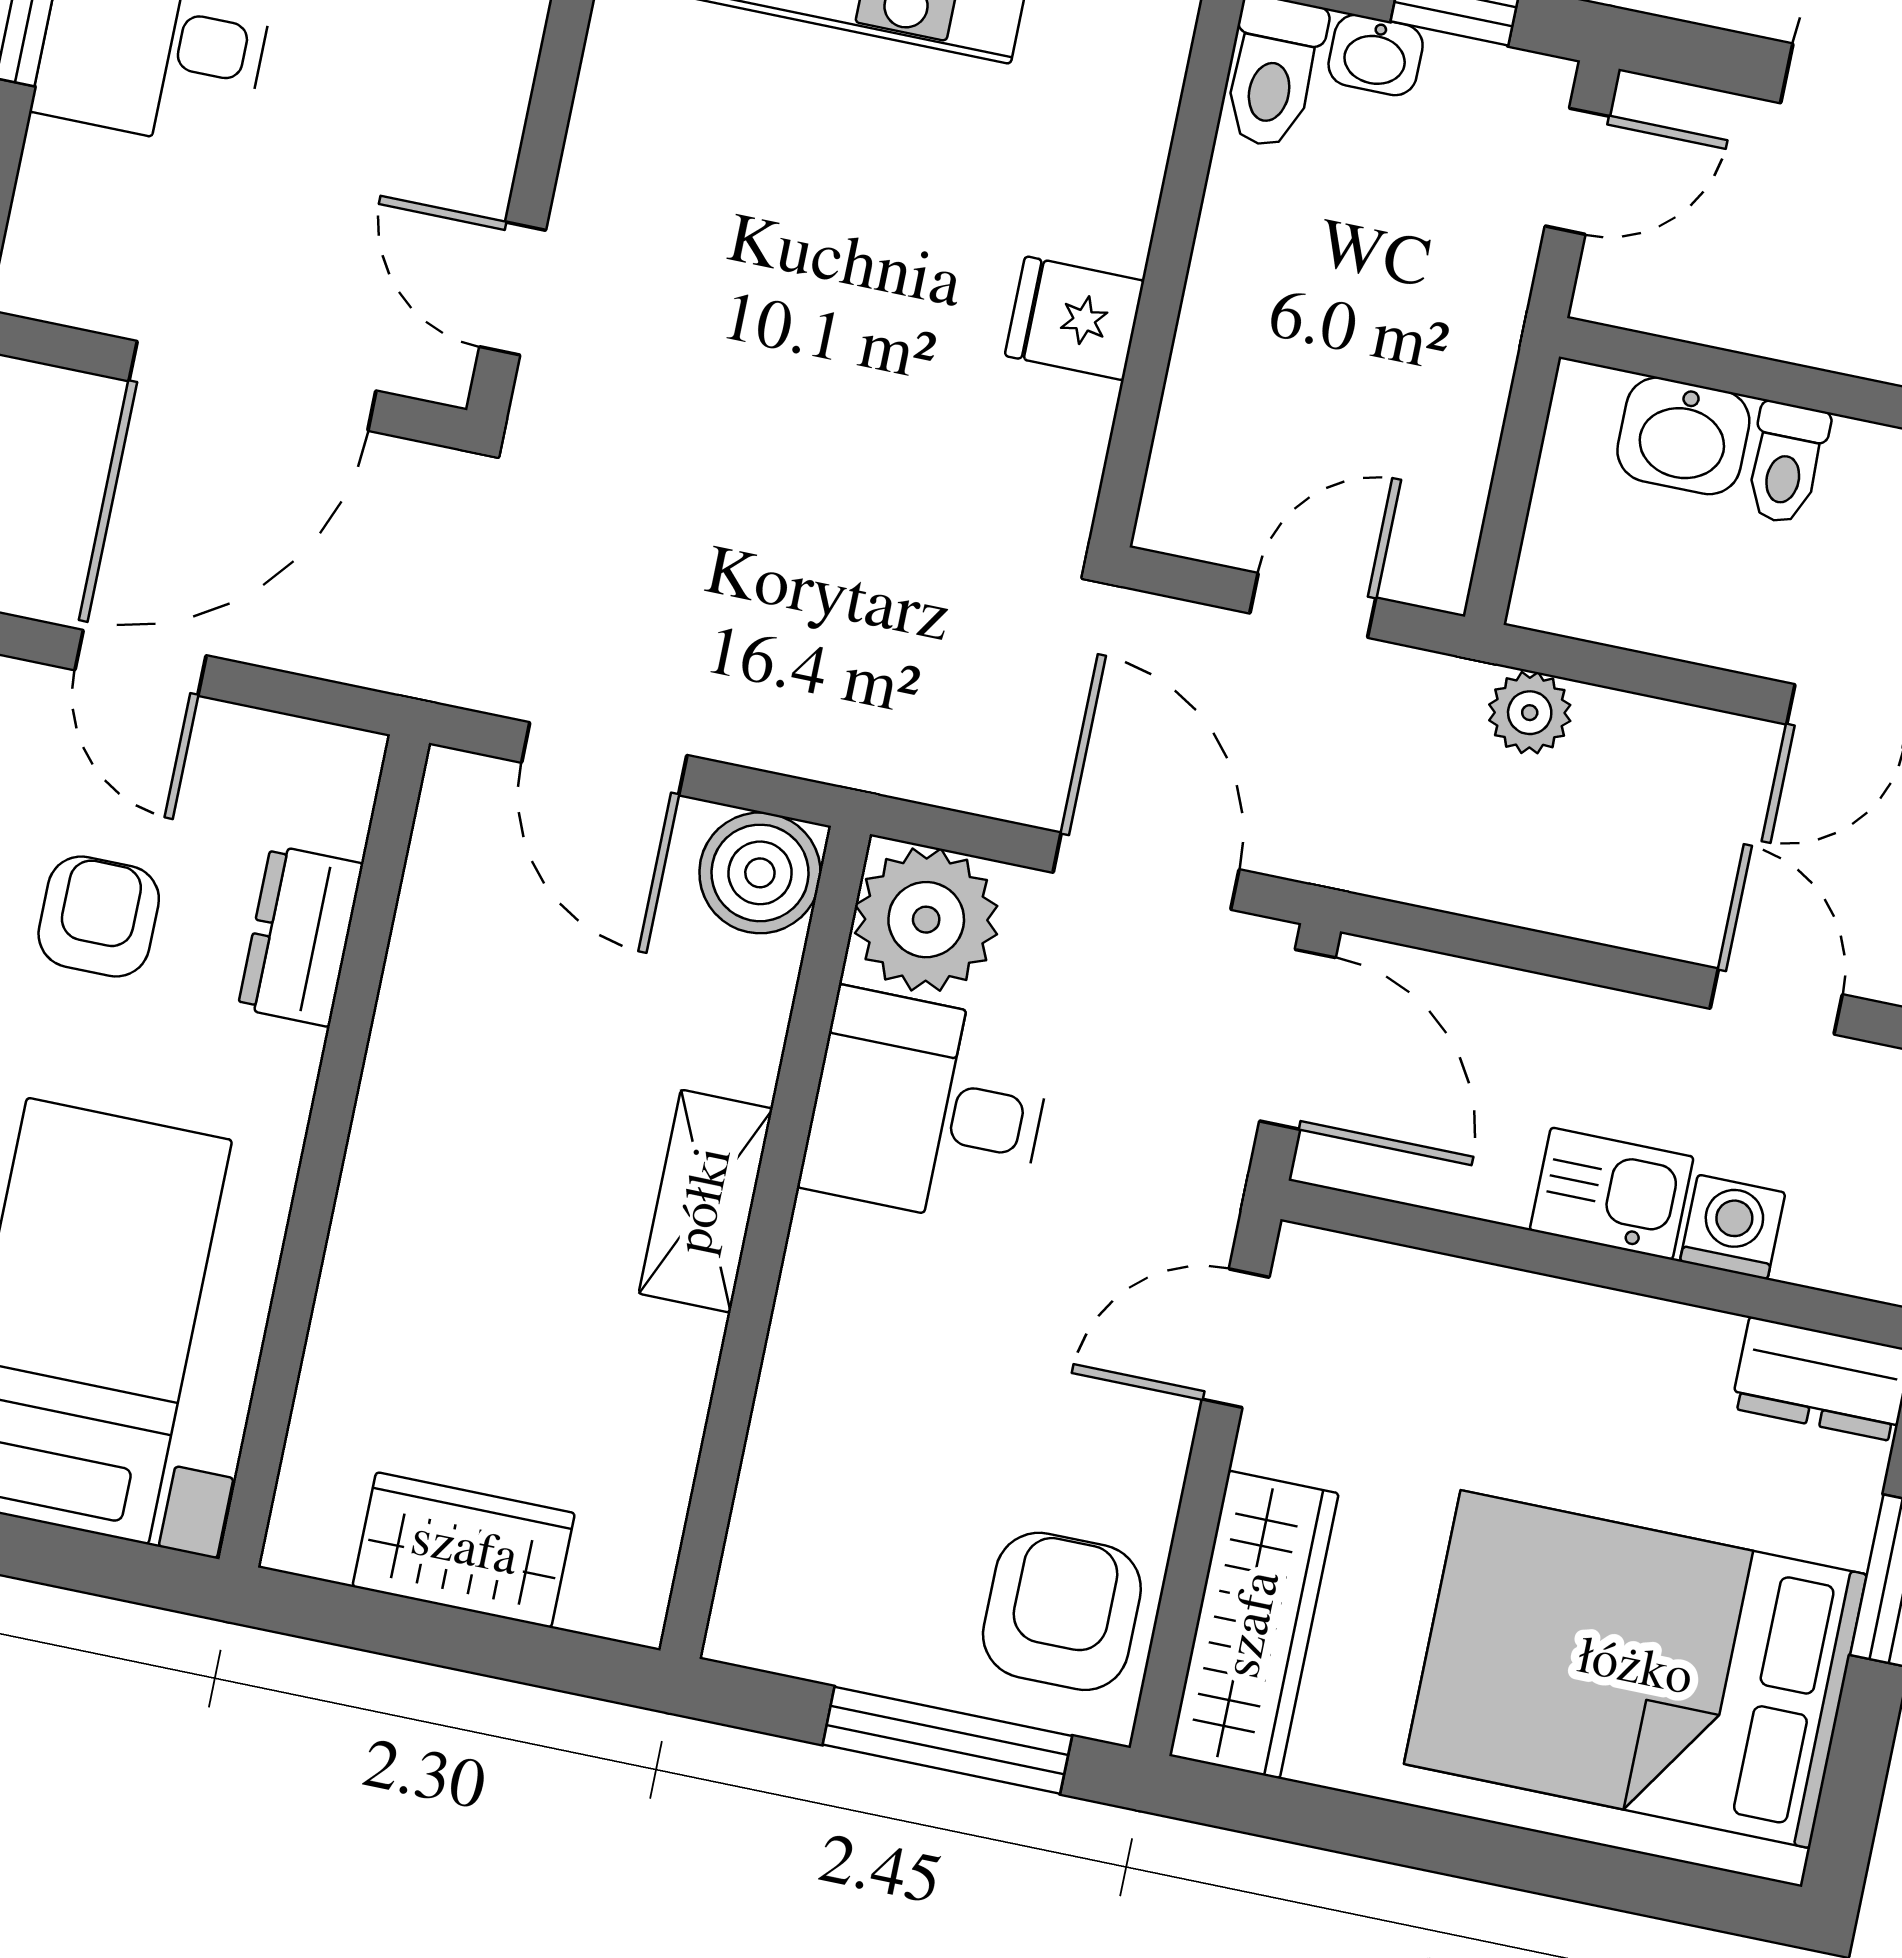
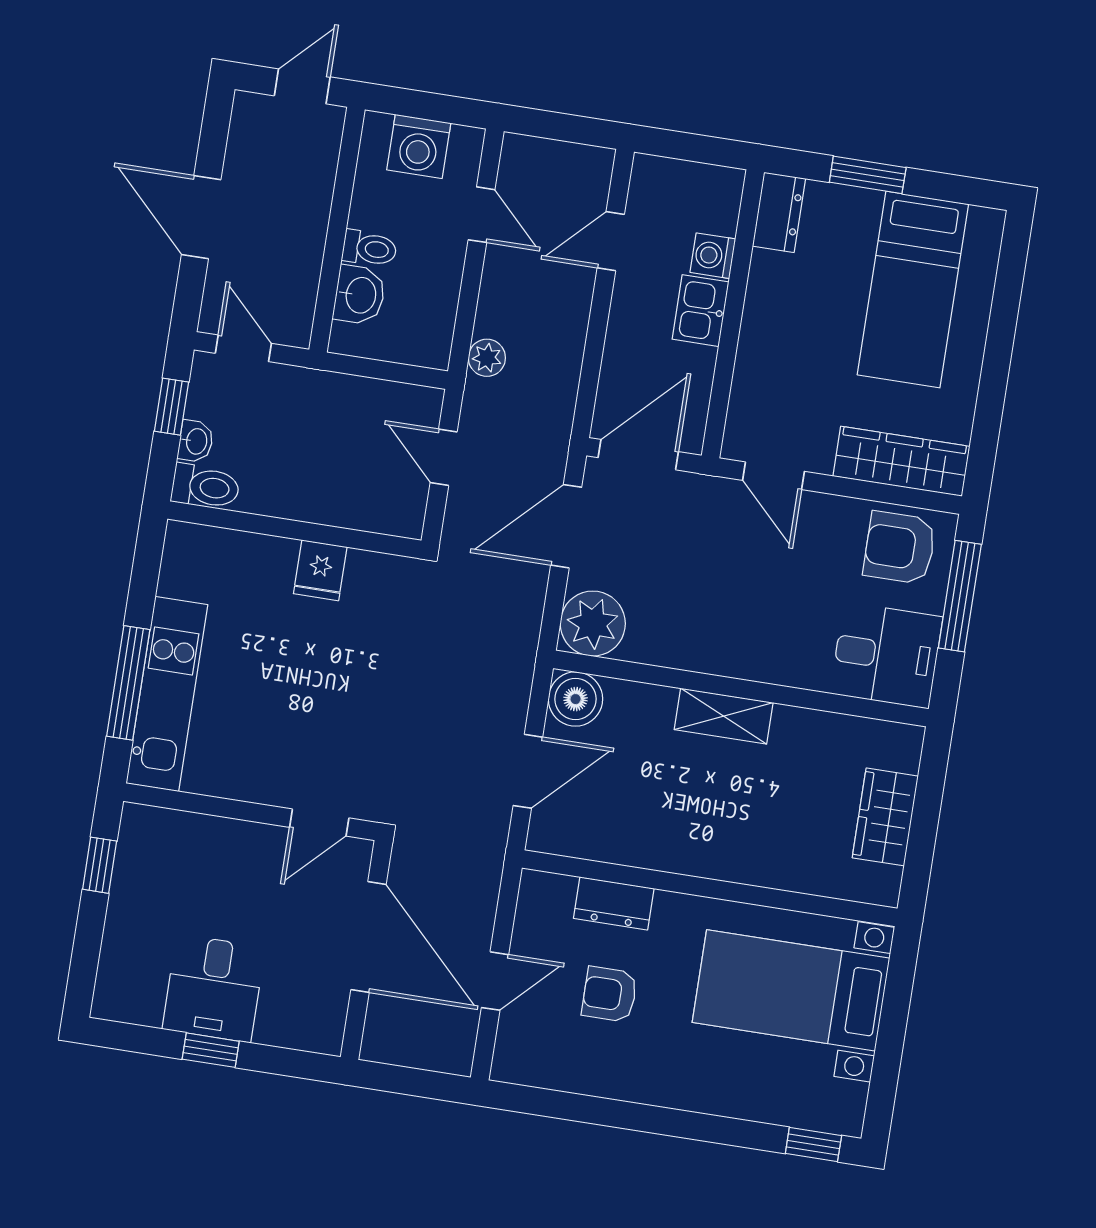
desk: (928, 1108) -> (886, 655), moved, turned -90
bed: (1635, 1669) -> (913, 289), width x0.67

